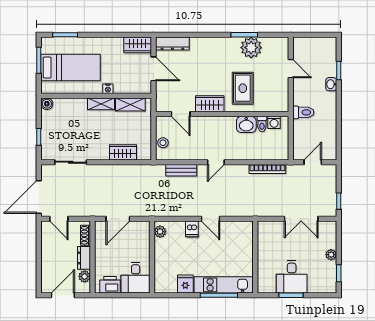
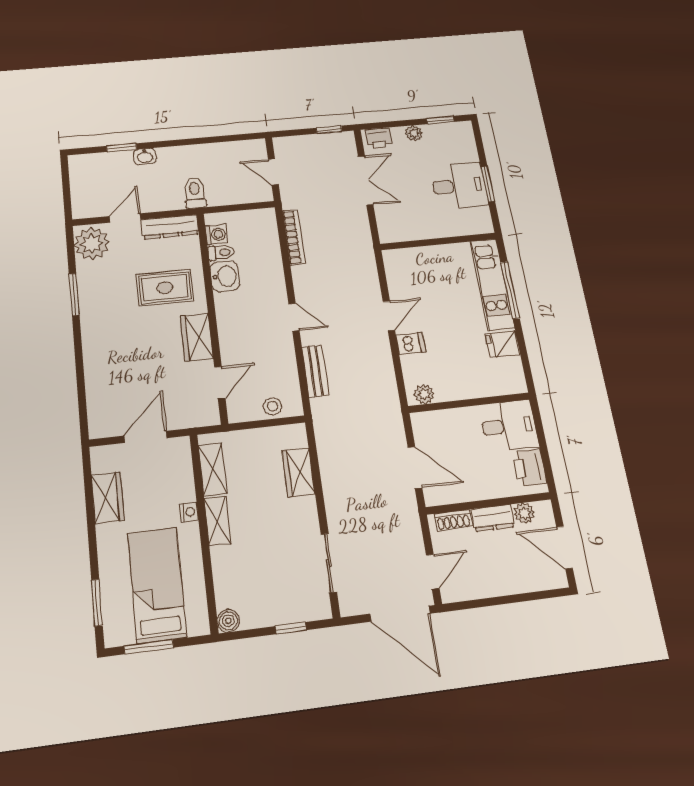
dresser: (172, 44) -> (170, 227), moved, turned 90
wardrobe: (138, 45) -> (108, 498), moved
plant: (251, 48) -> (92, 244), moved
printer: (330, 232) -> (378, 138), added

